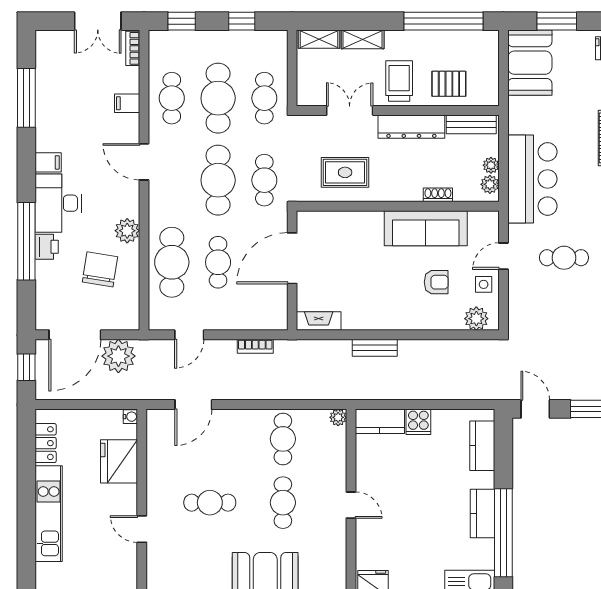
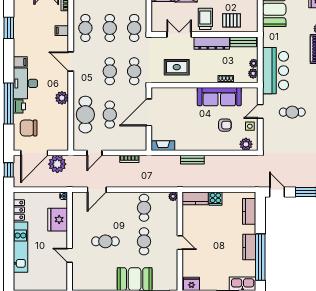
window: (26, 98) -> (9, 28), width x0.69
cafe table: (218, 98) -> (110, 28), width x0.73, depth x0.74
cafe table: (218, 180) -> (110, 71), width x0.73, depth x0.74
chair: (100, 269) -> (29, 128), moved, turned -99

